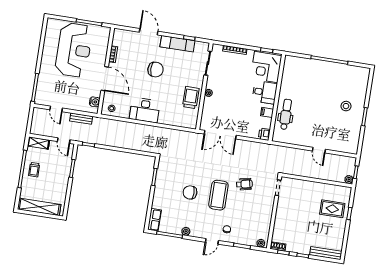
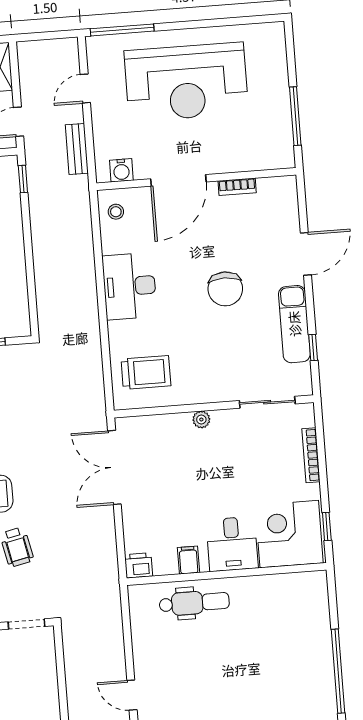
reception desk: (74, 50) -> (186, 82), moved
trolley: (191, 98) -> (146, 372), moved
door: (319, 150) -> (132, 695), hinge flipped

